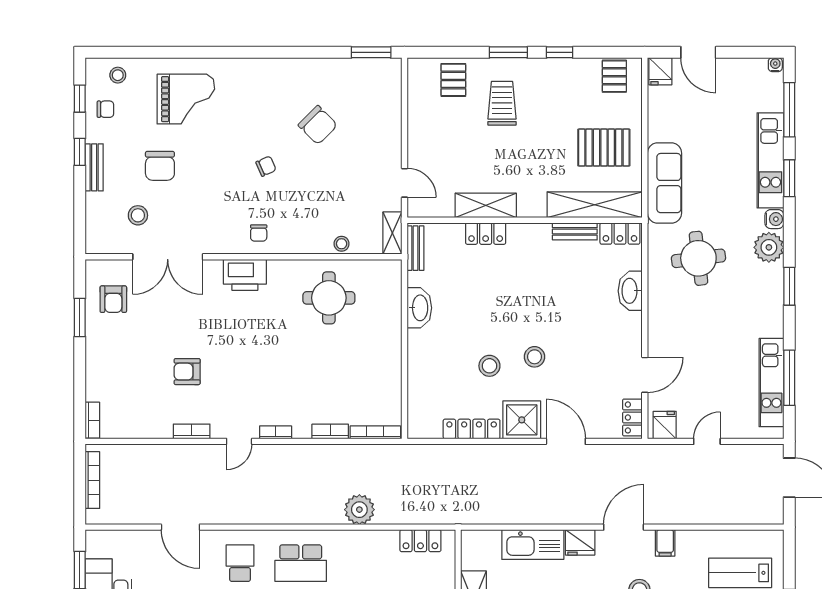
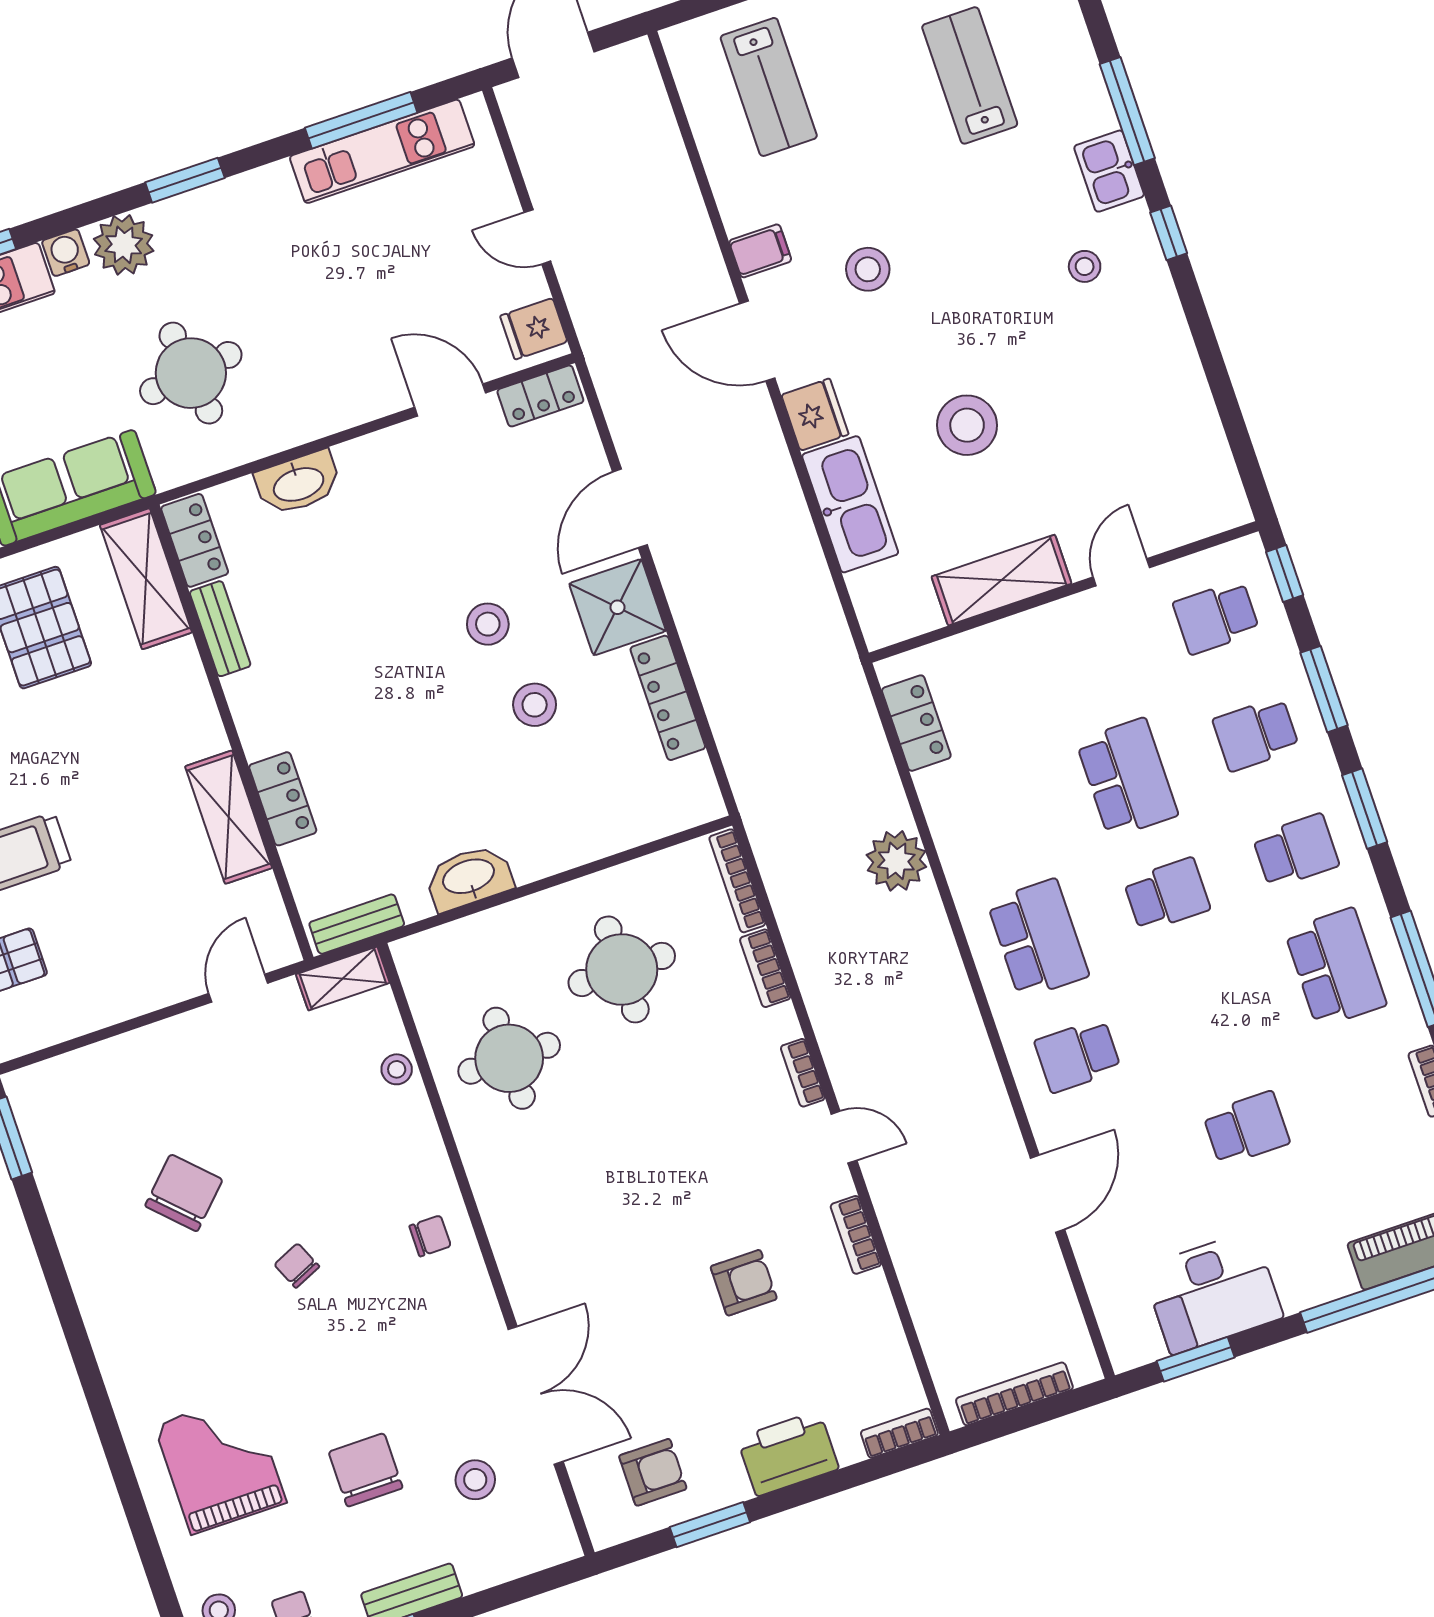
chair: (160, 166) -> (366, 1470), turned -90
shelving: (595, 205) -> (146, 579), width x0.68
printer: (245, 275) -> (788, 1453), moved, turned -90
round table: (352, 364) -> (622, 969), added
armchair: (187, 372) -> (744, 1283), turned -90

